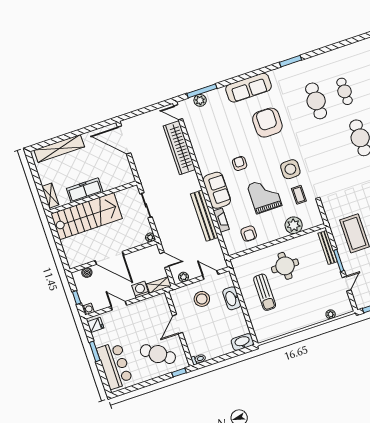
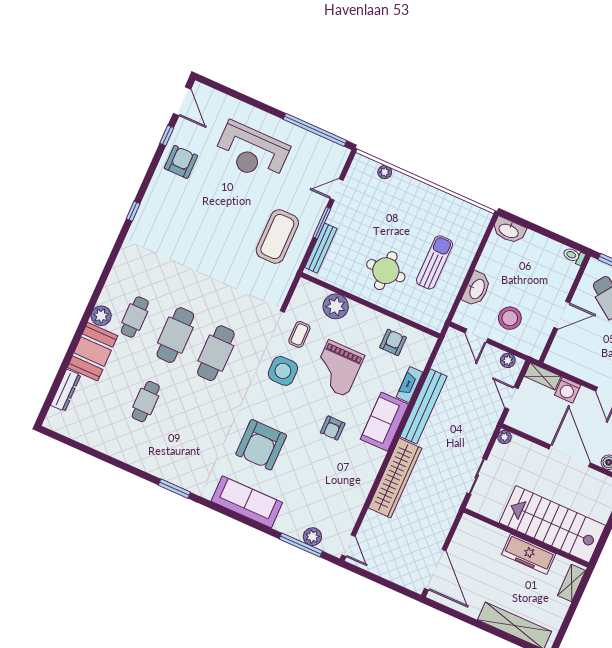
cafe table: (316, 101) -> (216, 353), moved
wardrobe: (179, 148) -> (395, 478), moved

